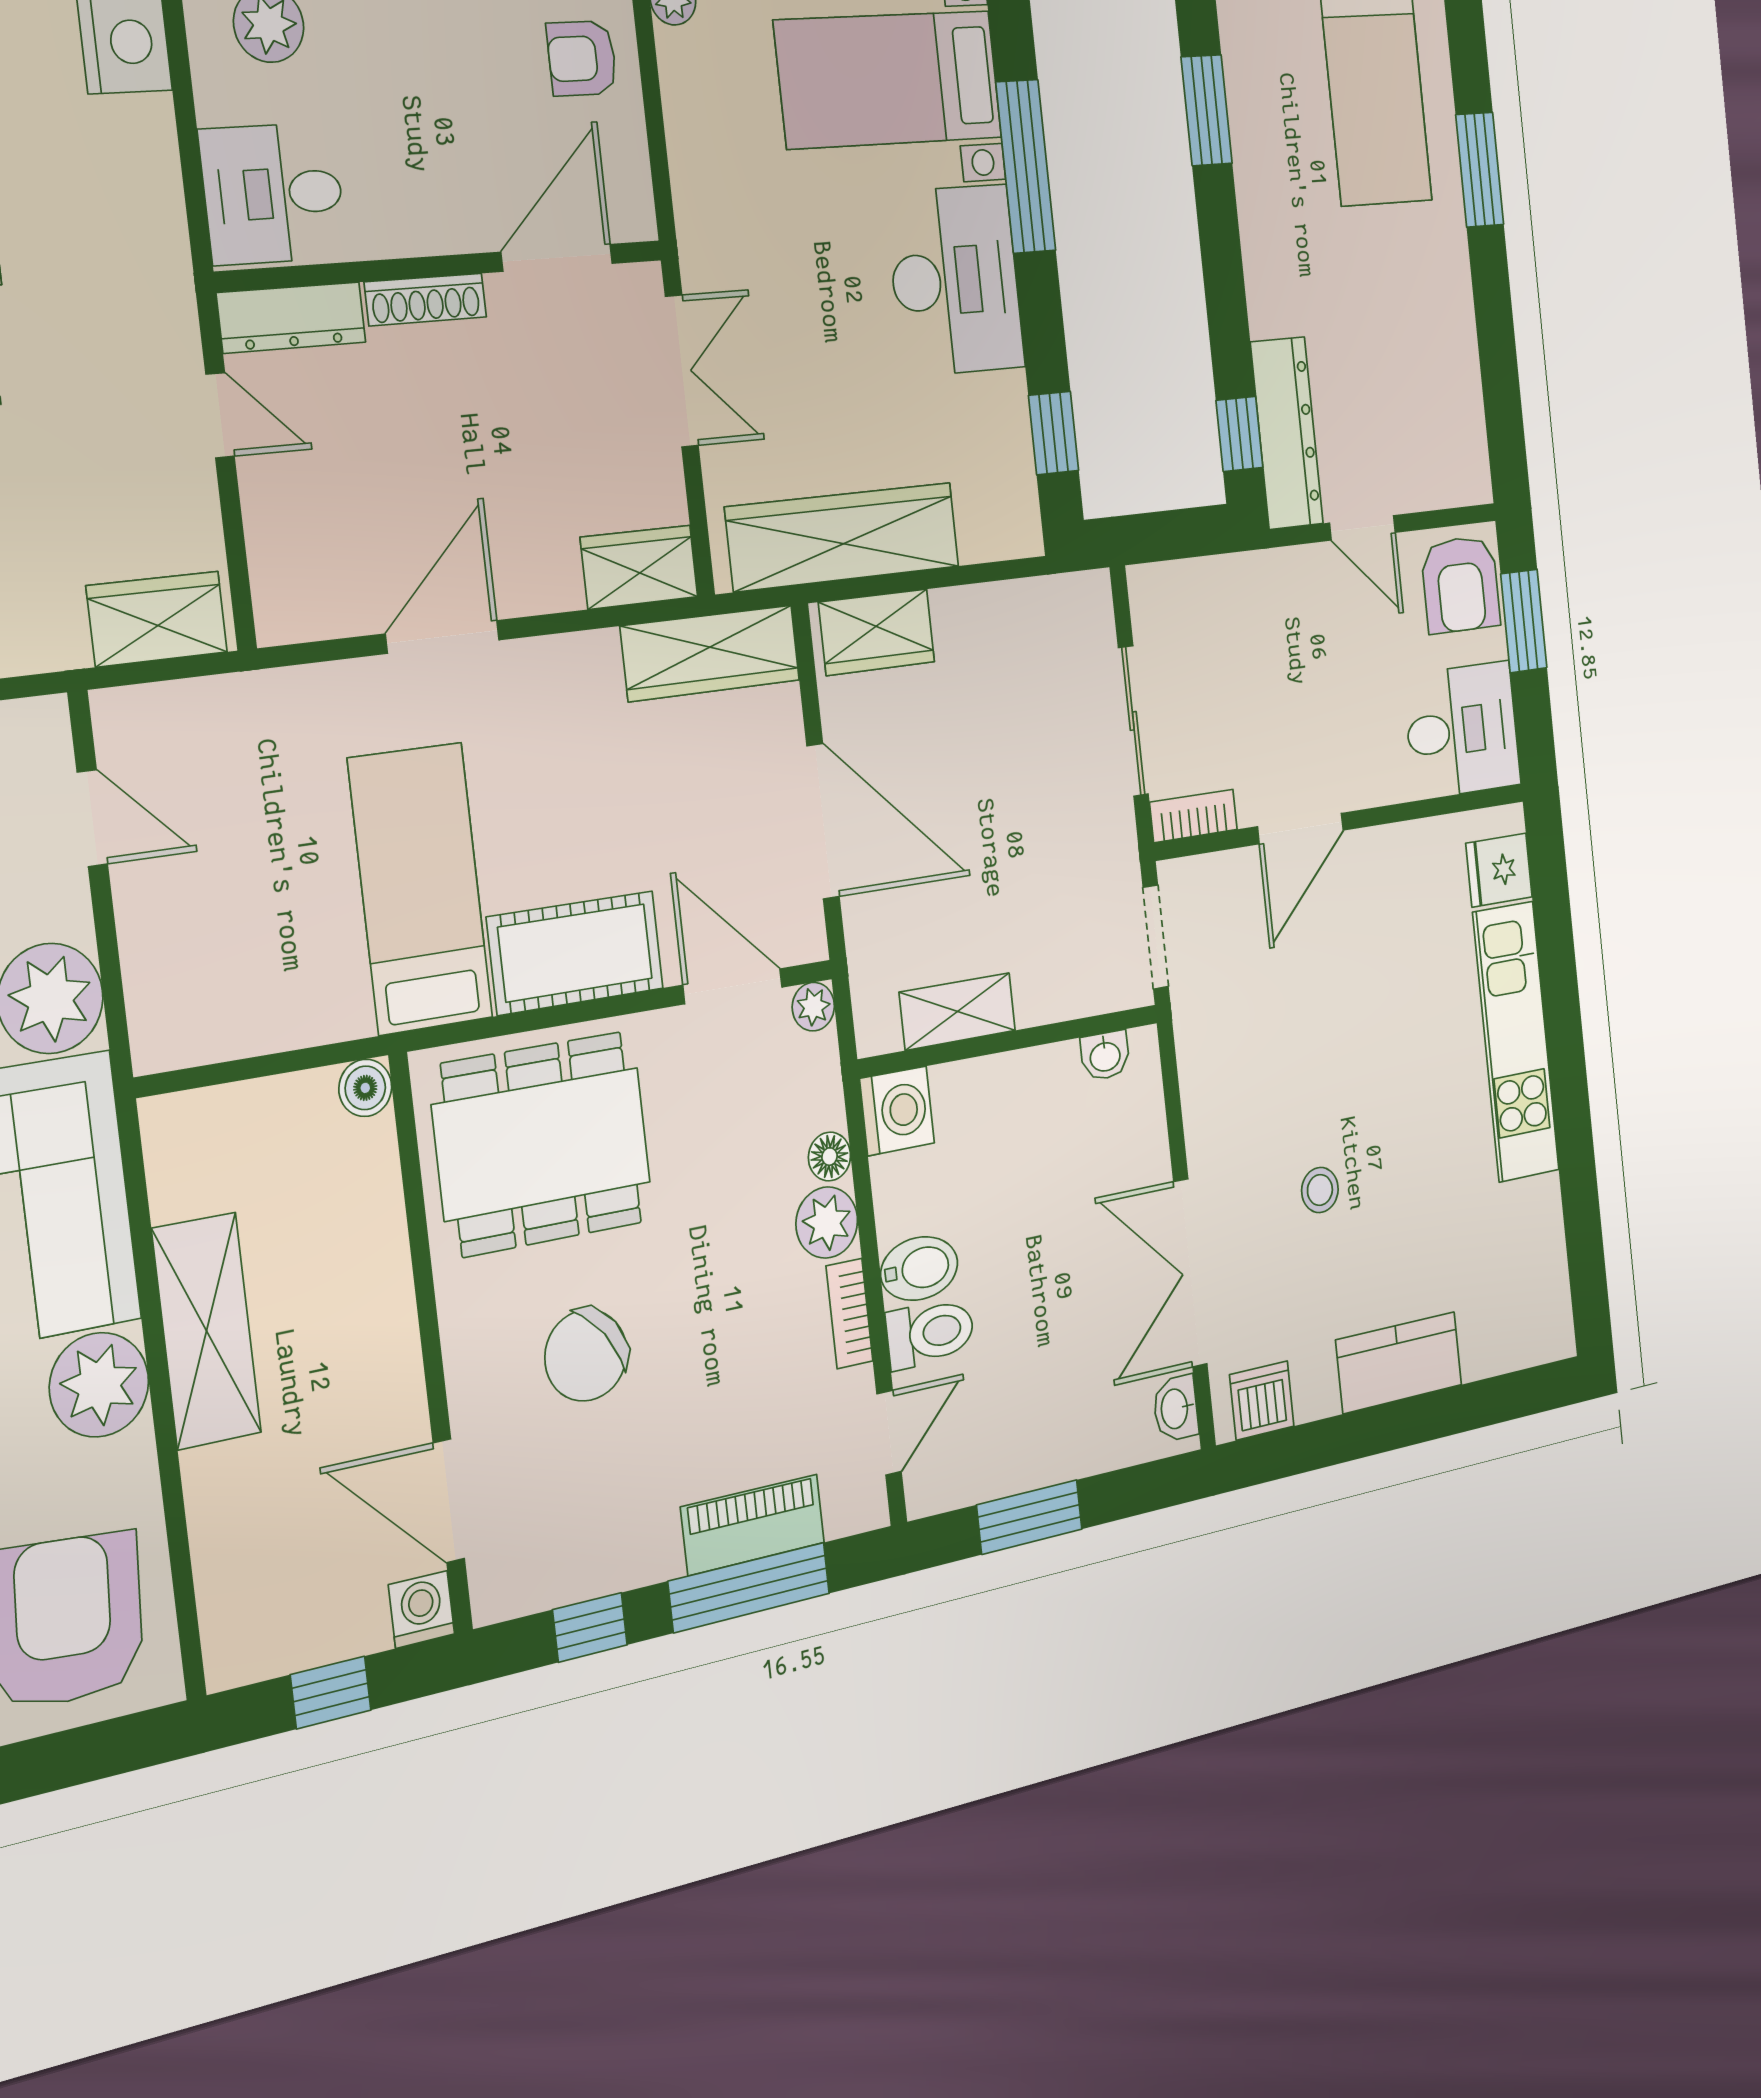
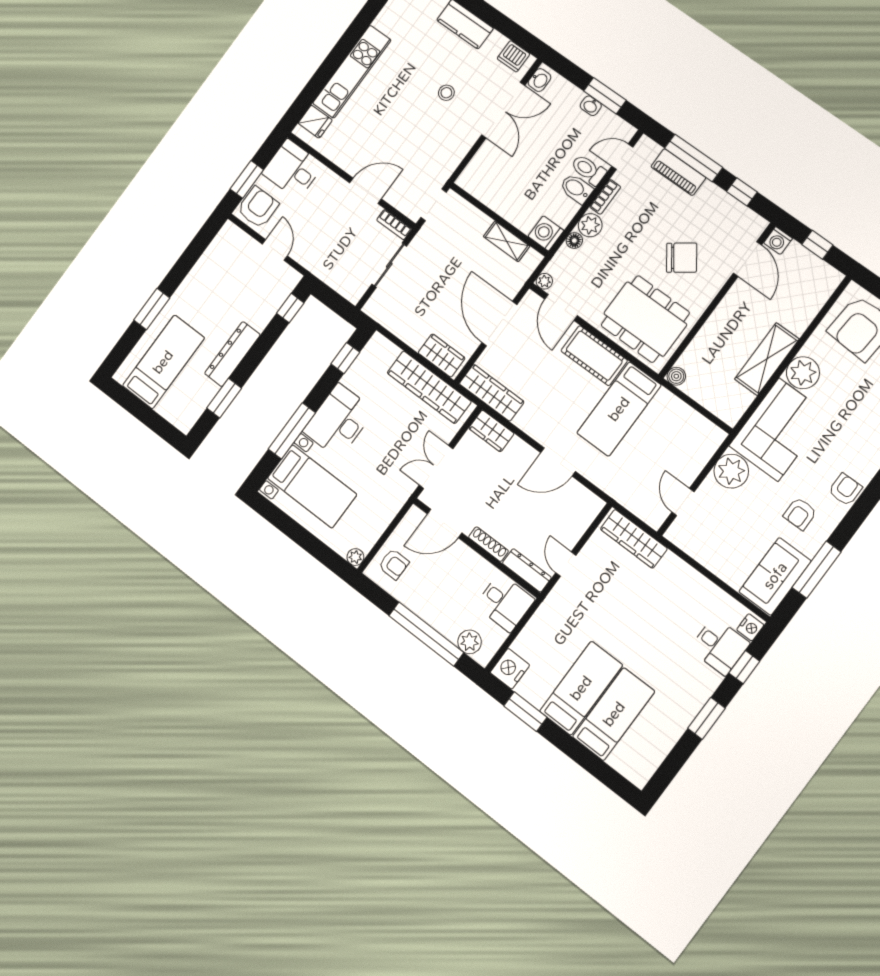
dresser: (1287, 433) -> (232, 354), moved
wardrobe: (157, 619) -> (634, 539), width x1.50
washbasin: (1105, 1056) -> (591, 106), moved, turned 180

